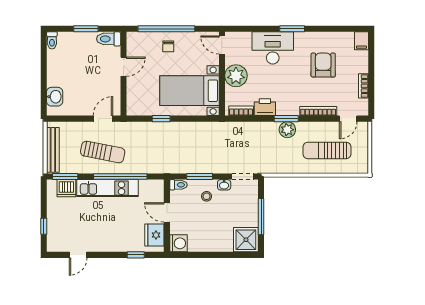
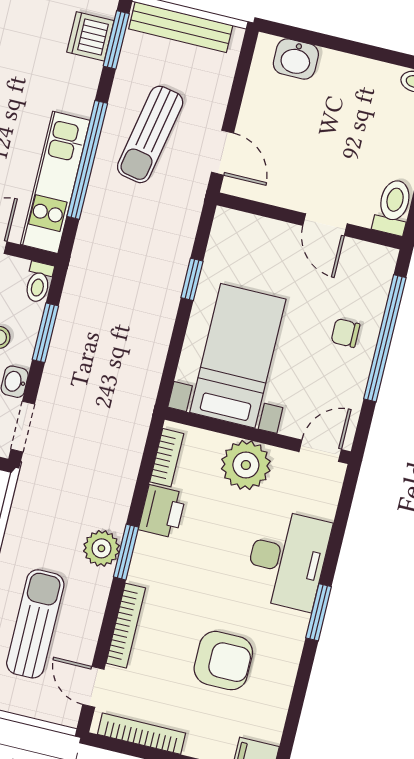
bookcase: (363, 86) -> (142, 734), width x1.56
kitchen unit: (107, 188) -> (55, 182), moved

